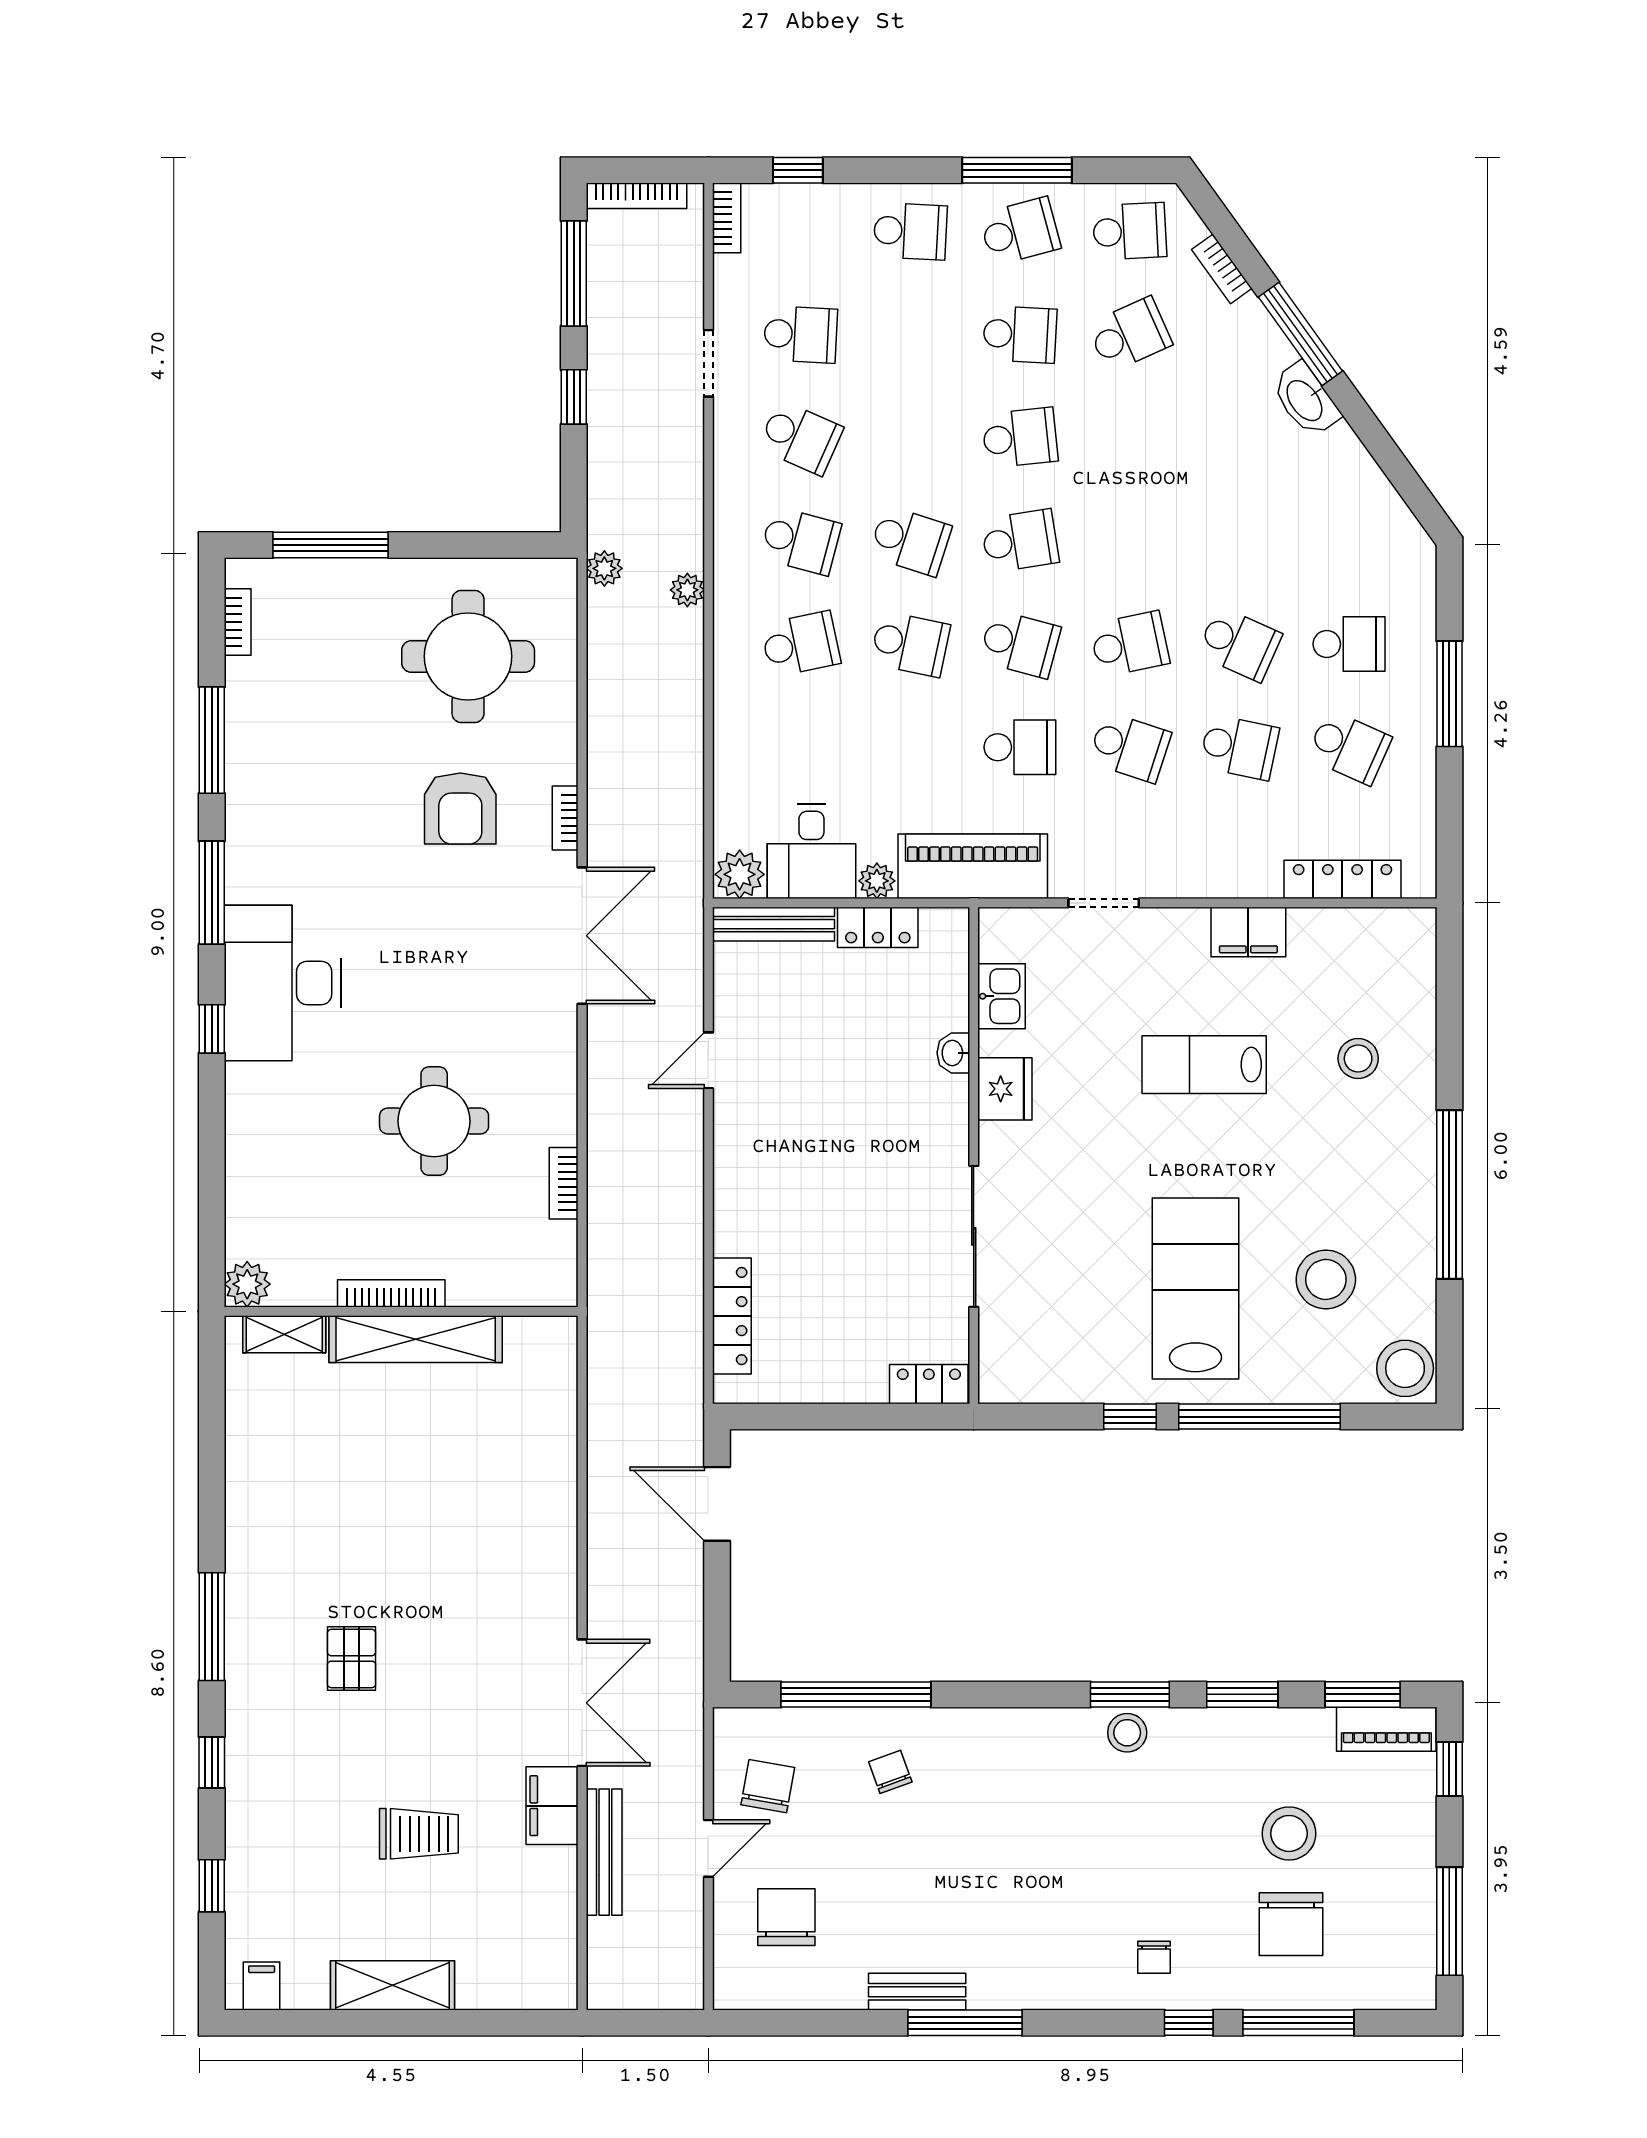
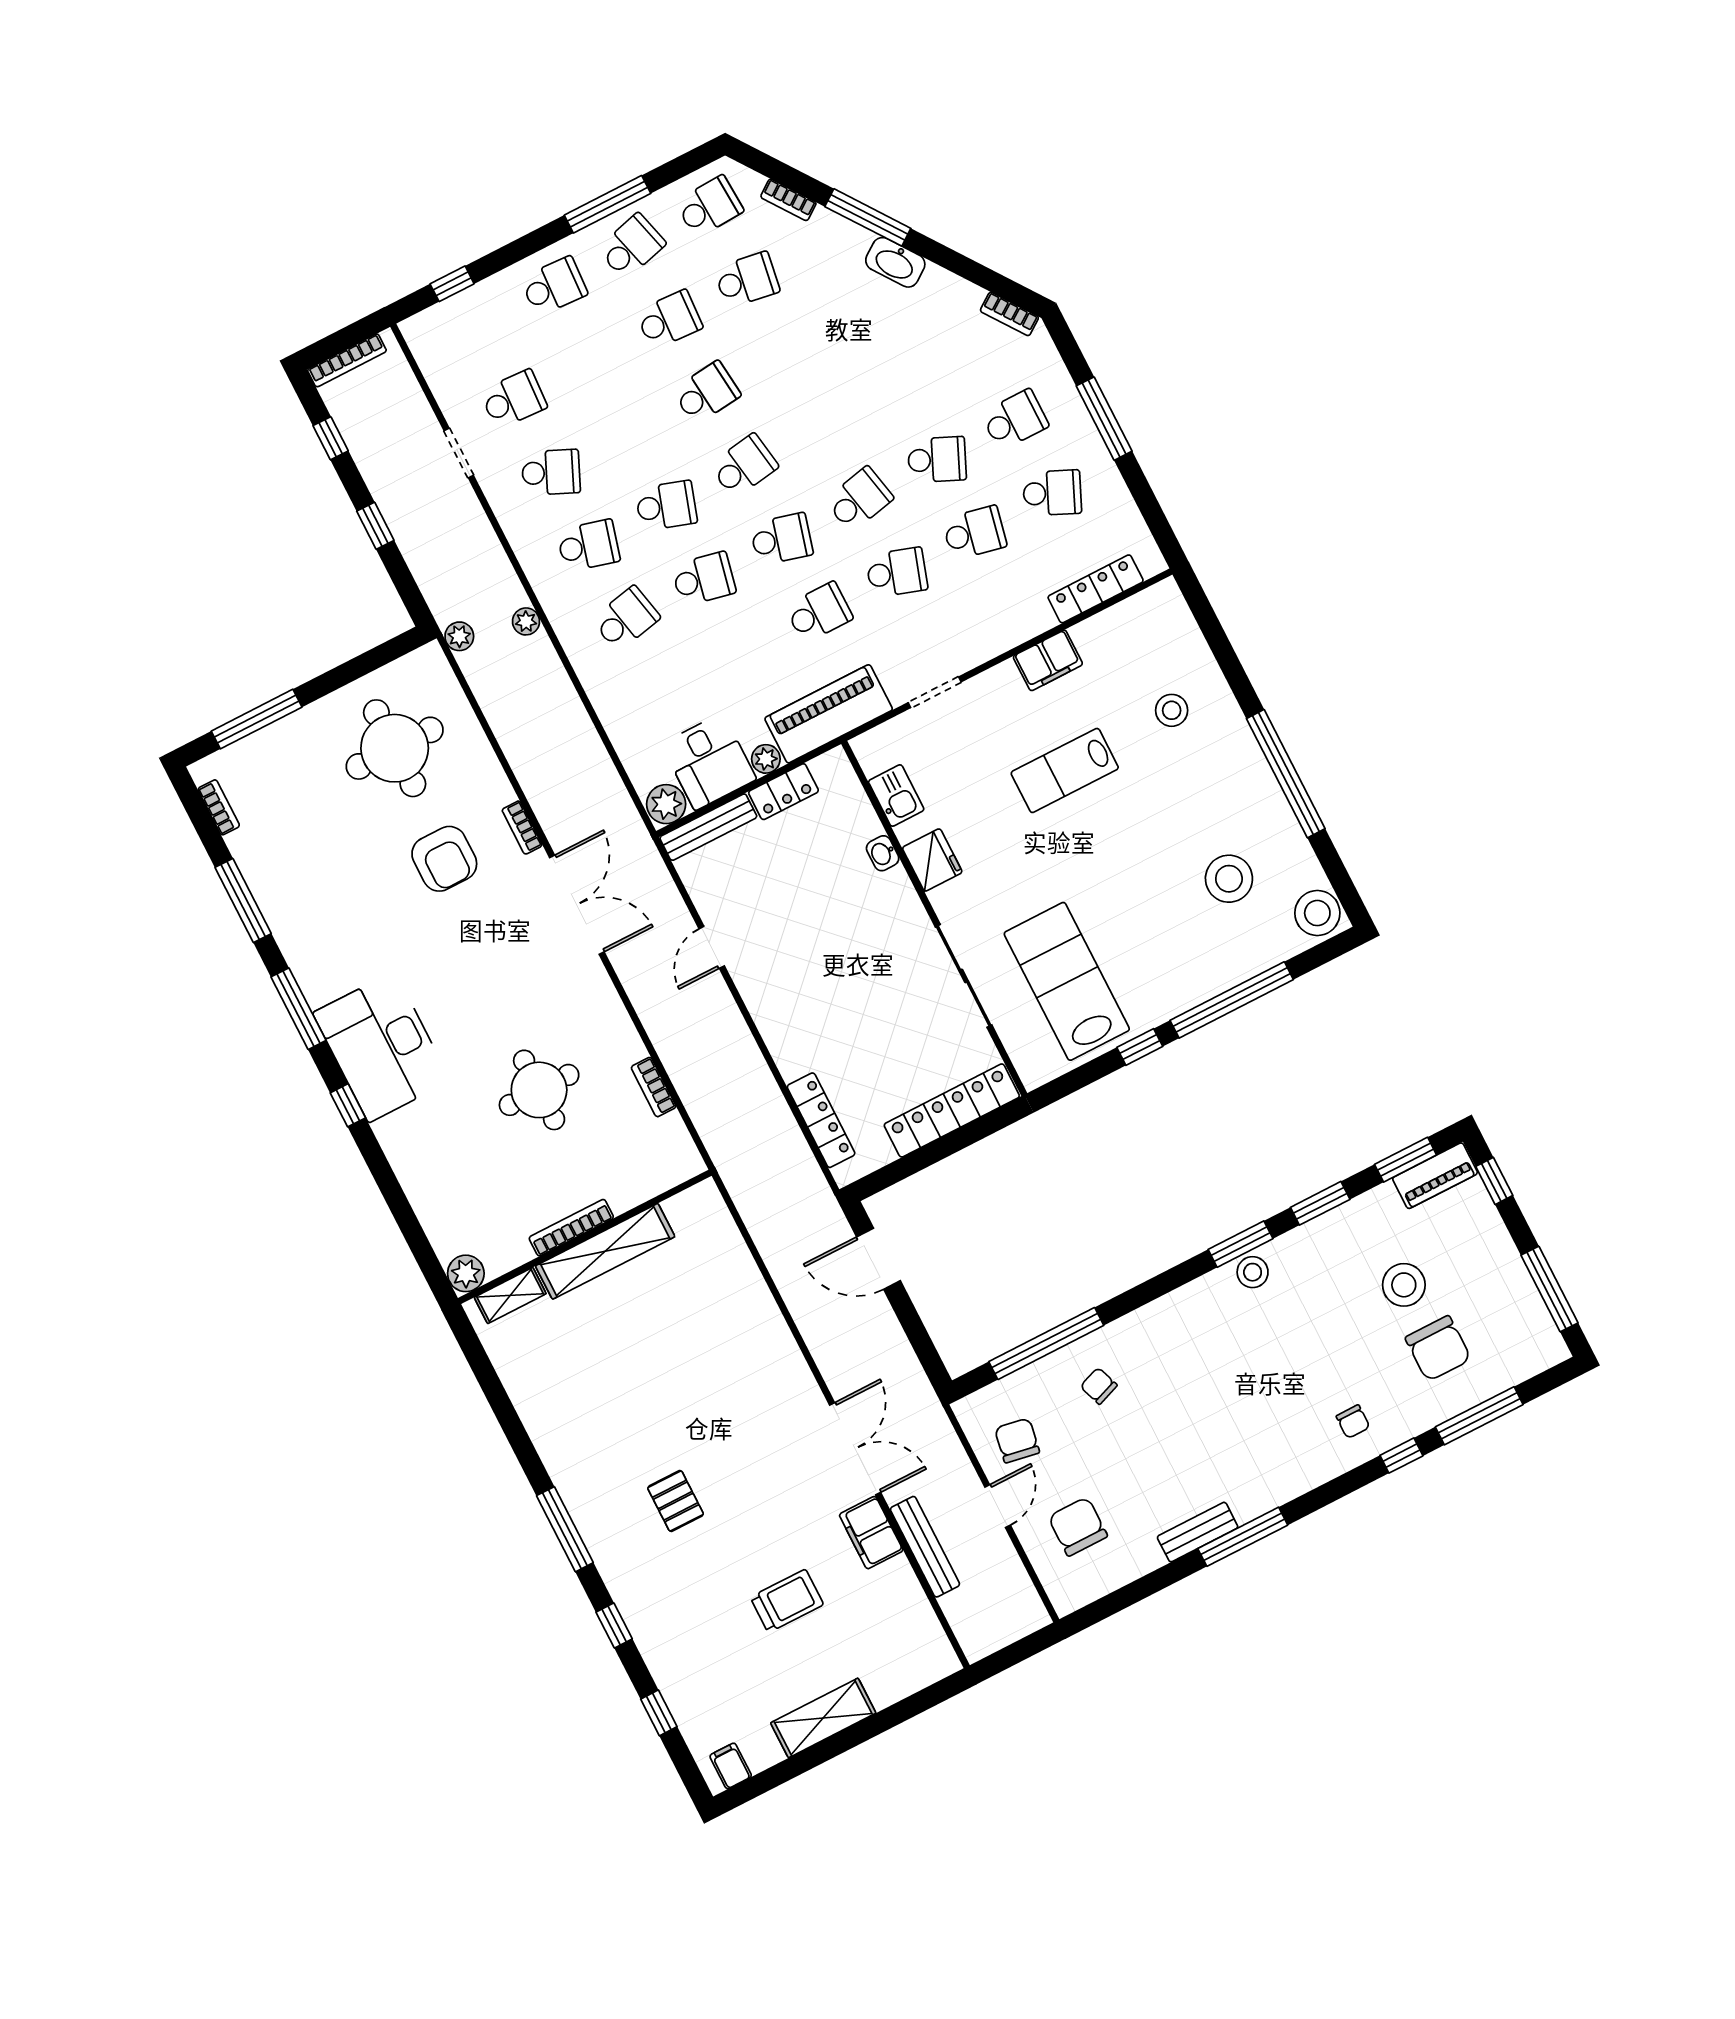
bookcase: (727, 218) -> (1009, 314), moved, turned 144
window: (574, 273) -> (331, 438), width x0.46
school desk: (1130, 334) -> (747, 280), turned 33
lab bench: (1195, 1288) -> (1067, 981), moved
locker: (929, 1384) -> (952, 1110), width x2.16, depth x1.21

